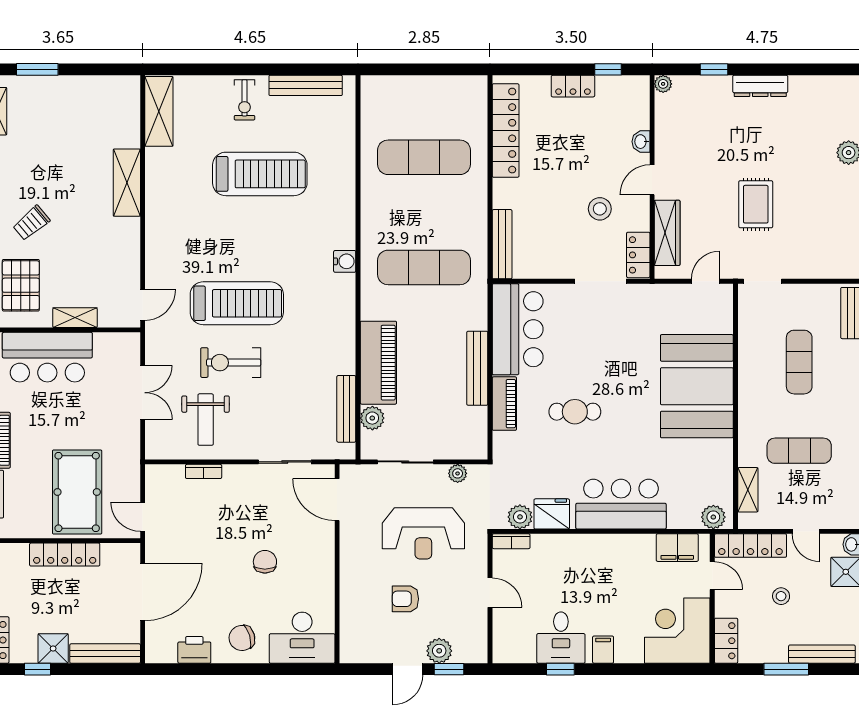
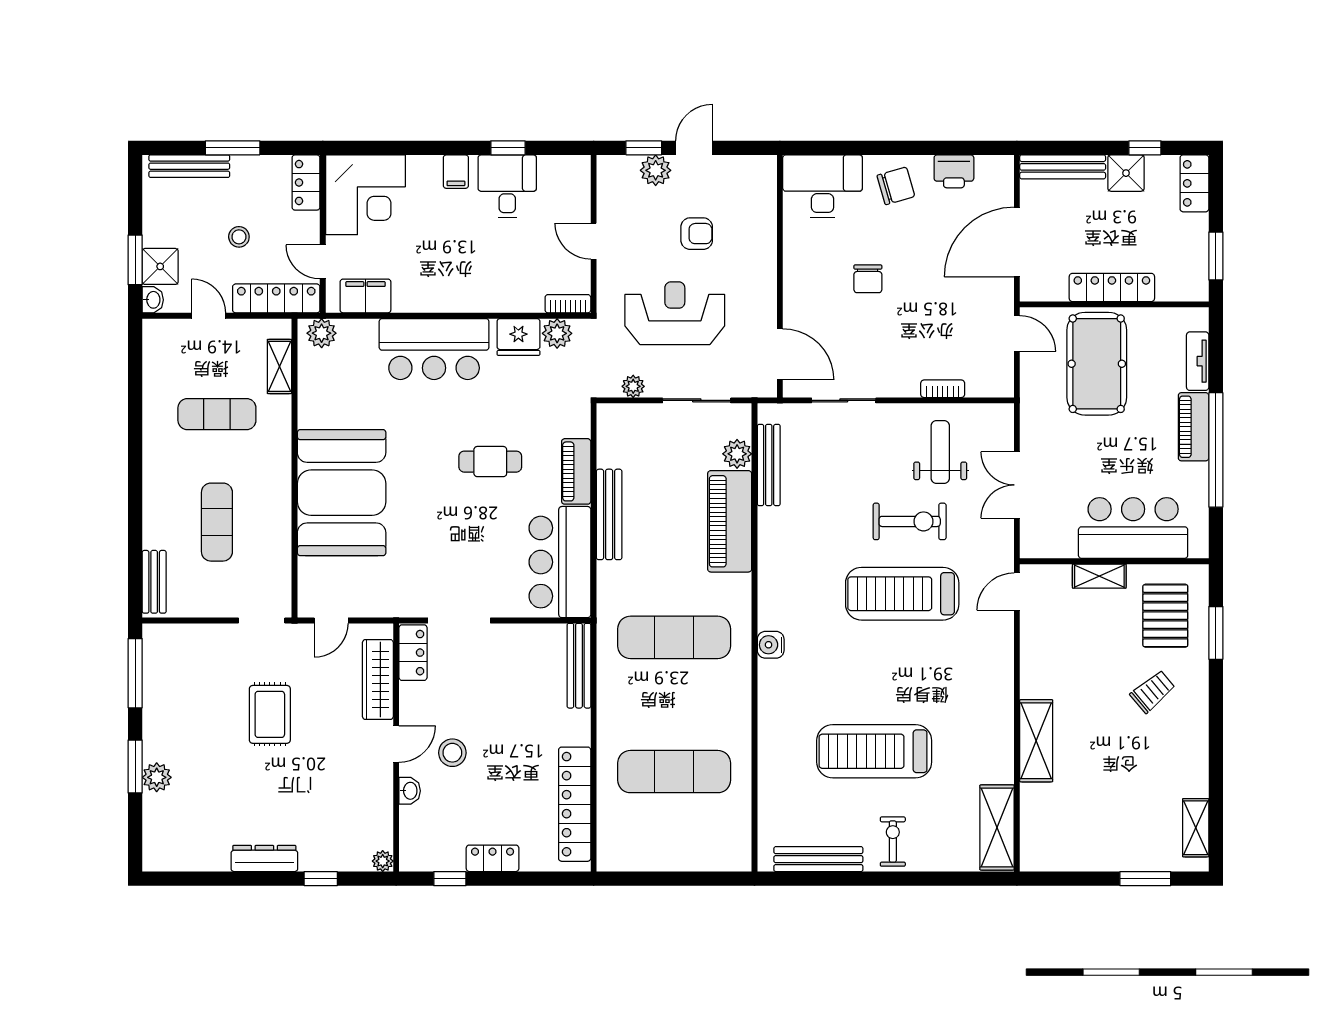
stool: (600, 209) -> (452, 753), moved

